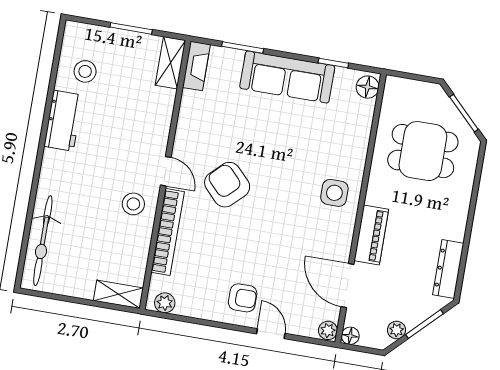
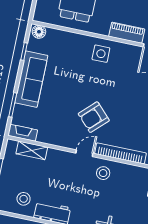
shelving: (170, 63) -> (32, 150), moved

